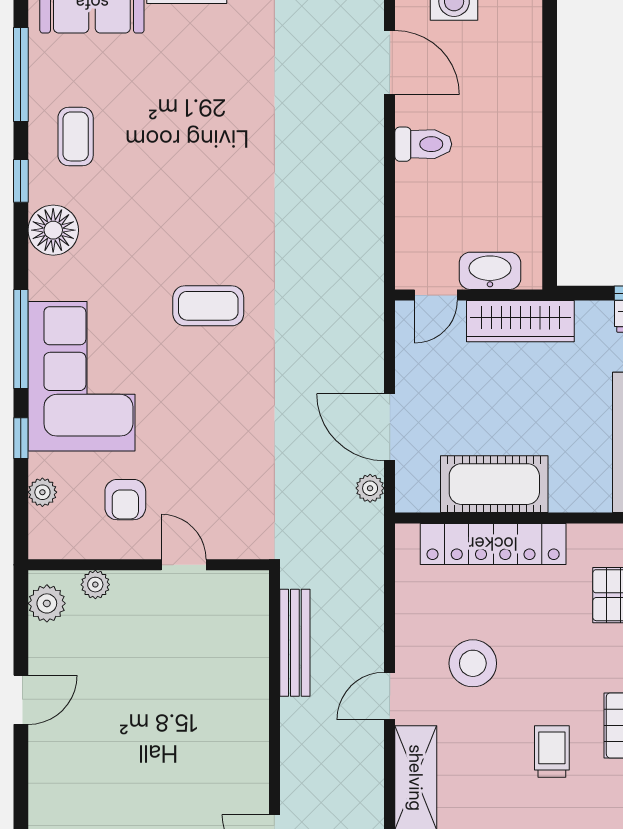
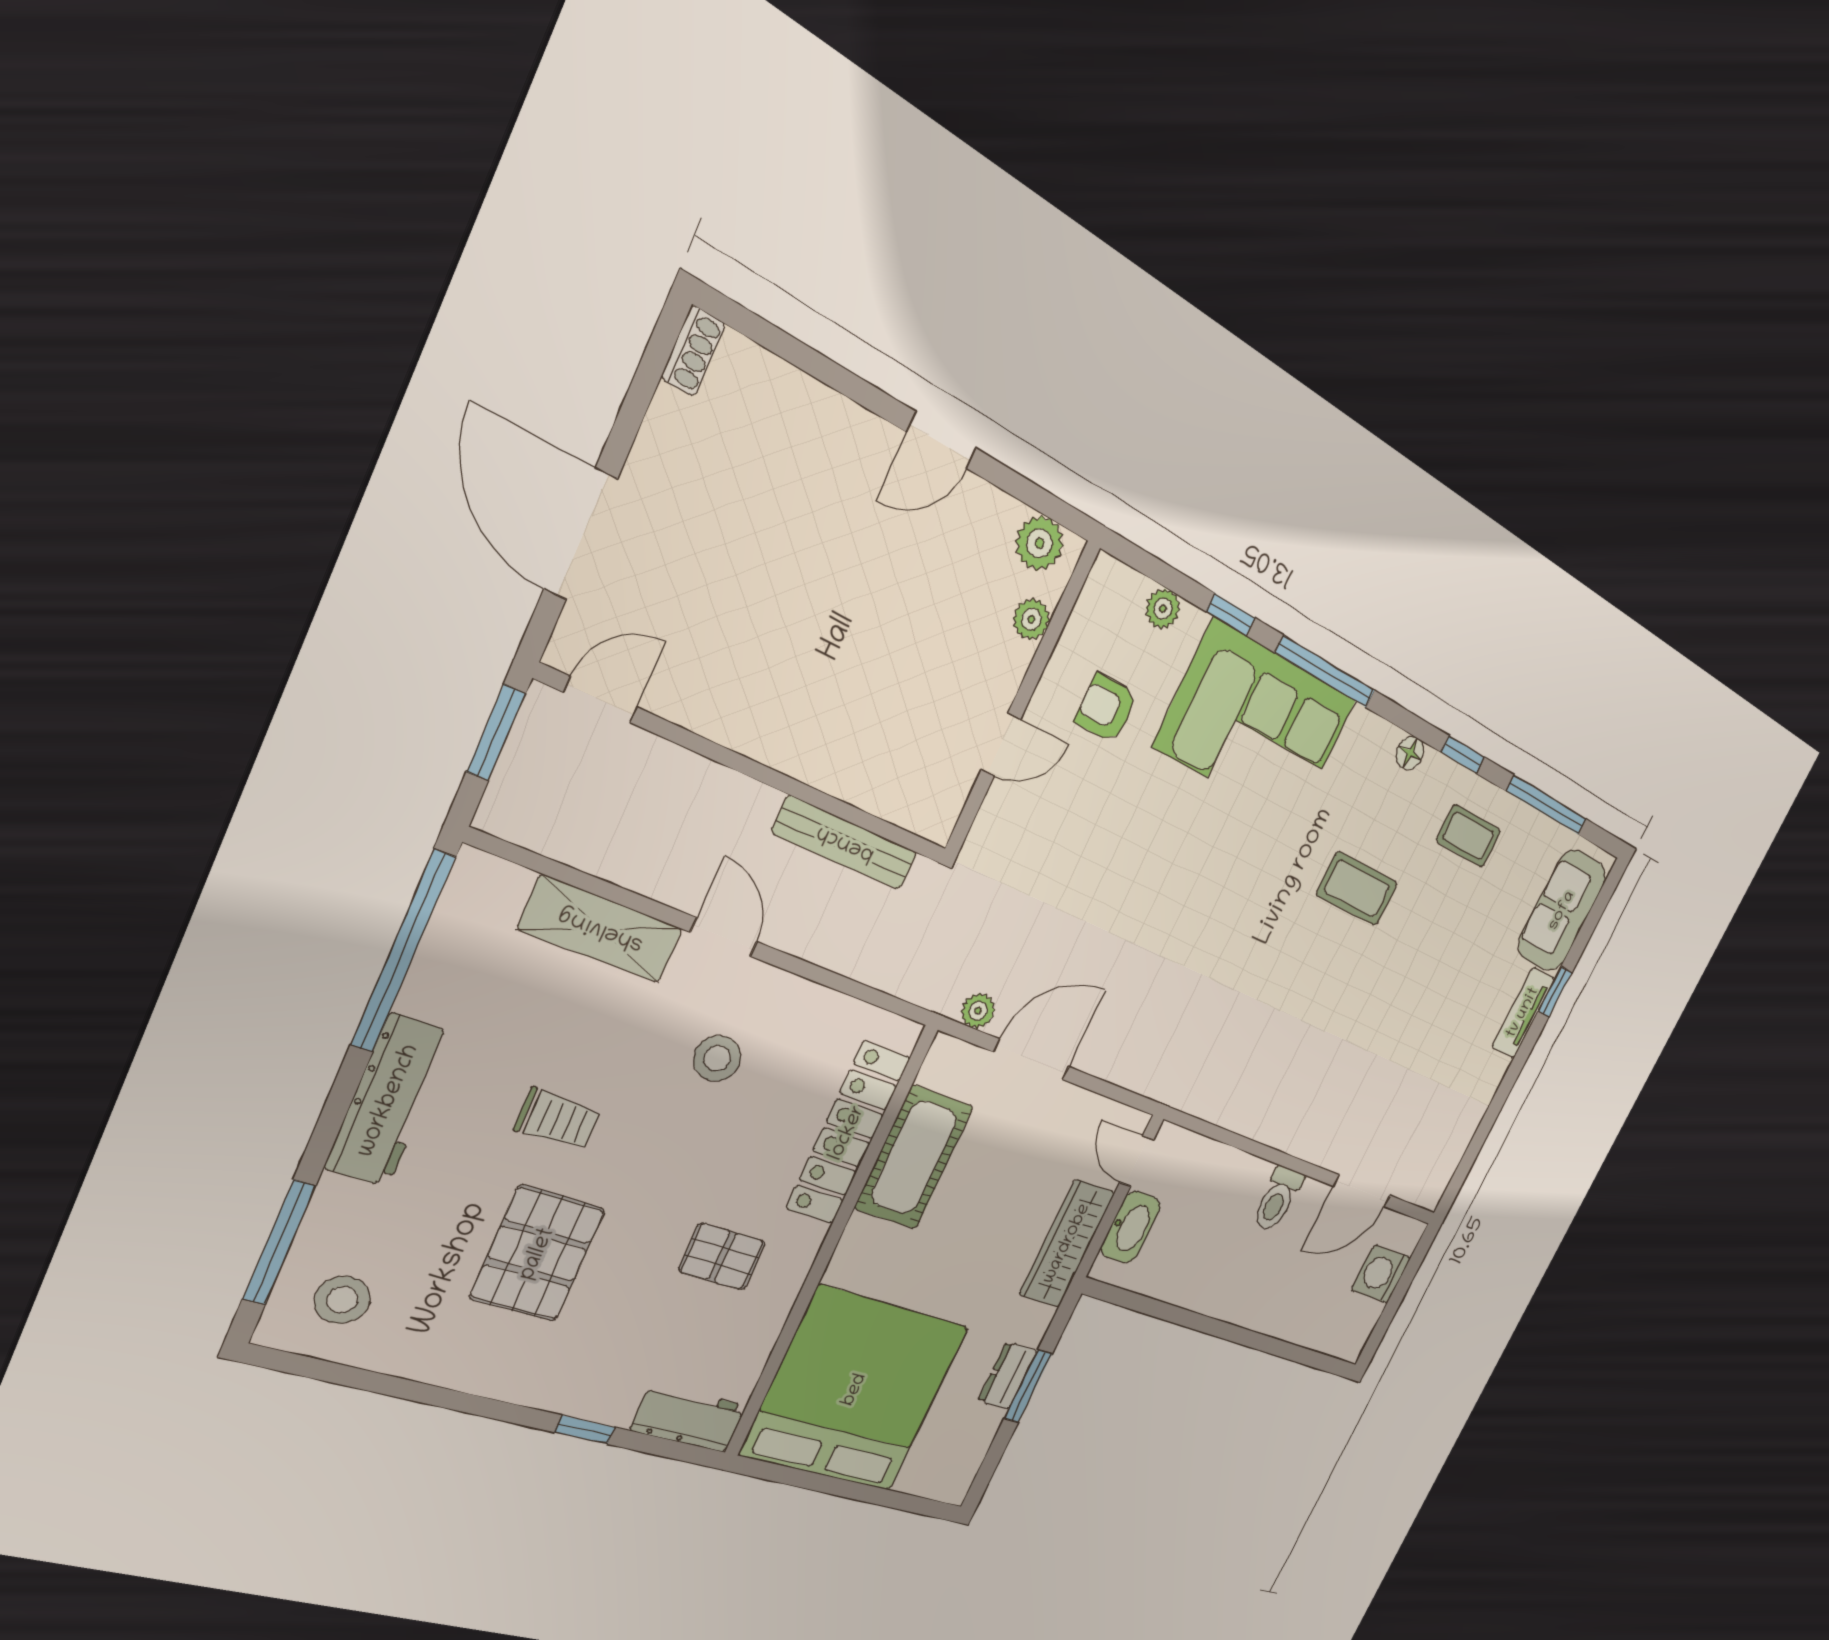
floor lamp: (53, 230) -> (1410, 753), width x0.53, depth x0.53
coffee table: (208, 306) -> (1357, 889), moved, turned 90
stool: (473, 663) -> (717, 1058), width x0.73, depth x0.73
door: (21, 700) -> (941, 440), hinge flipped

